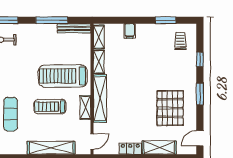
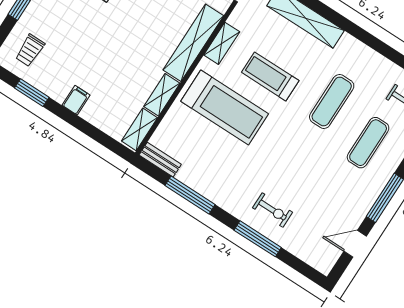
bench: (74, 28) -> (160, 160), width x0.73
filing cabinet: (130, 31) -> (76, 100), moved
treadmill: (50, 107) -> (270, 76), turned 180

